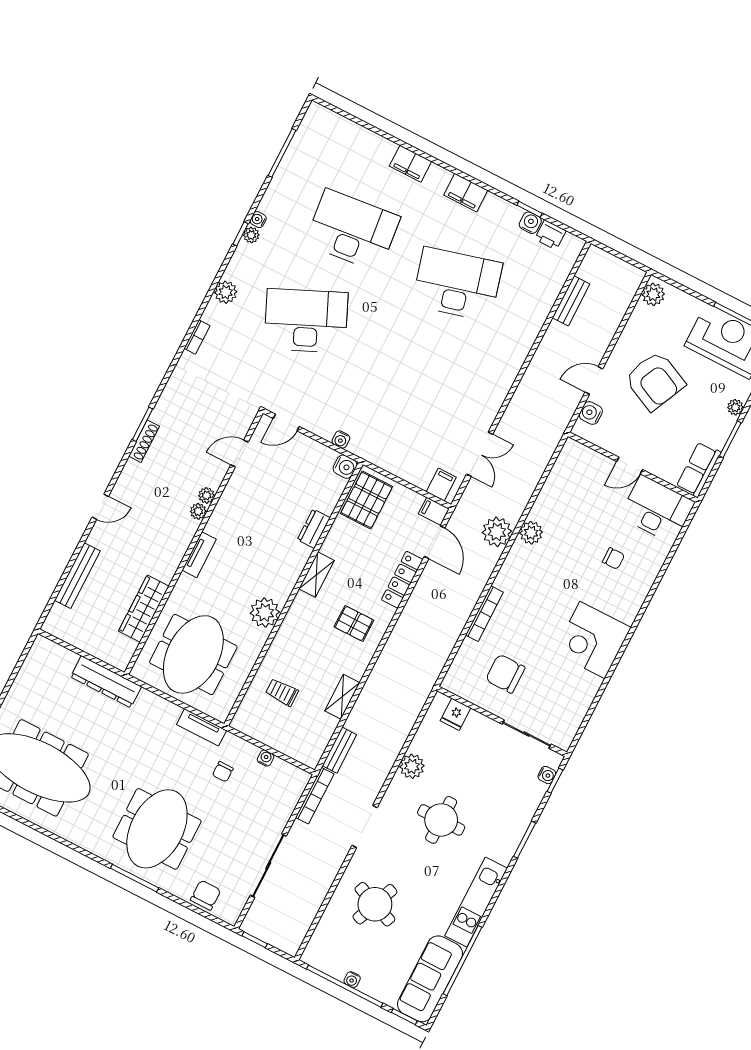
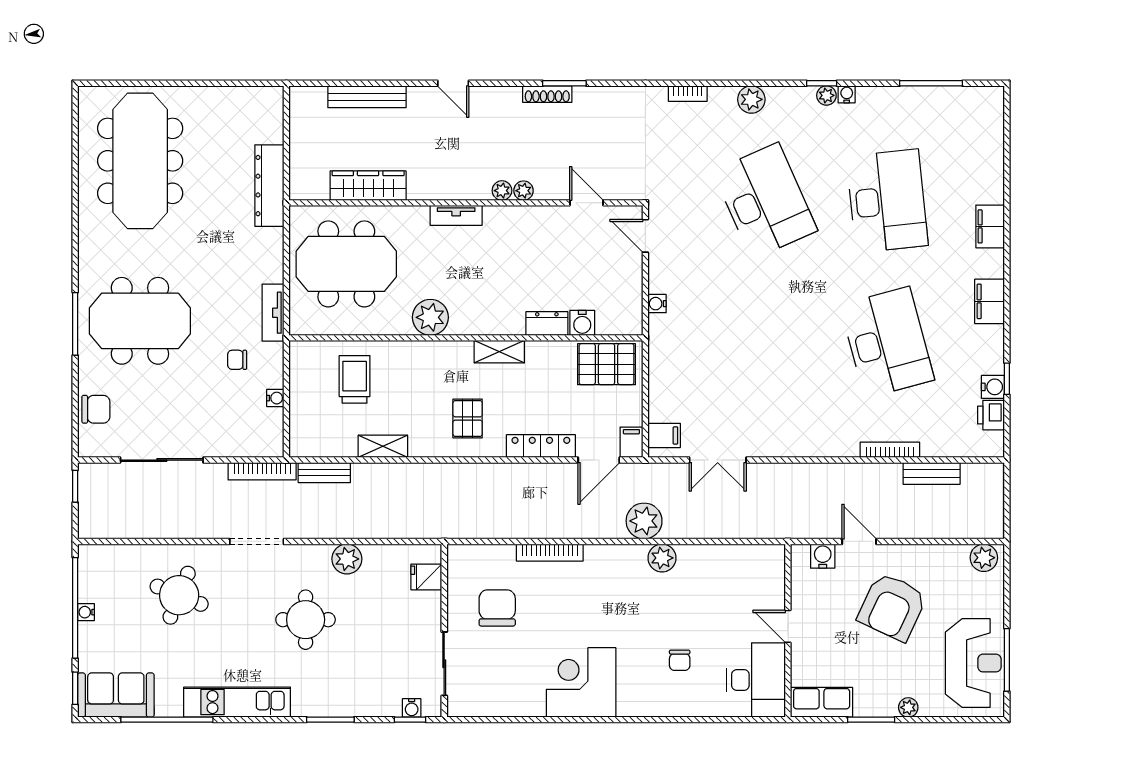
bookcase: (538, 323) -> (890, 450), added
water cooler: (345, 467) -> (582, 323), moved
trolley: (282, 692) -> (355, 379), width x1.36, depth x1.39
sofa: (430, 979) -> (116, 695), width x0.73

